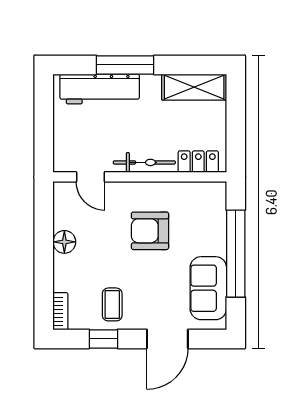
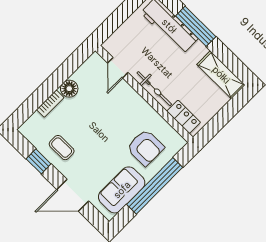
armchair: (150, 231) -> (145, 148), moved, turned 180
coffee table: (112, 304) -> (62, 148), turned 90
bookcase: (60, 311) -> (50, 104), moved

